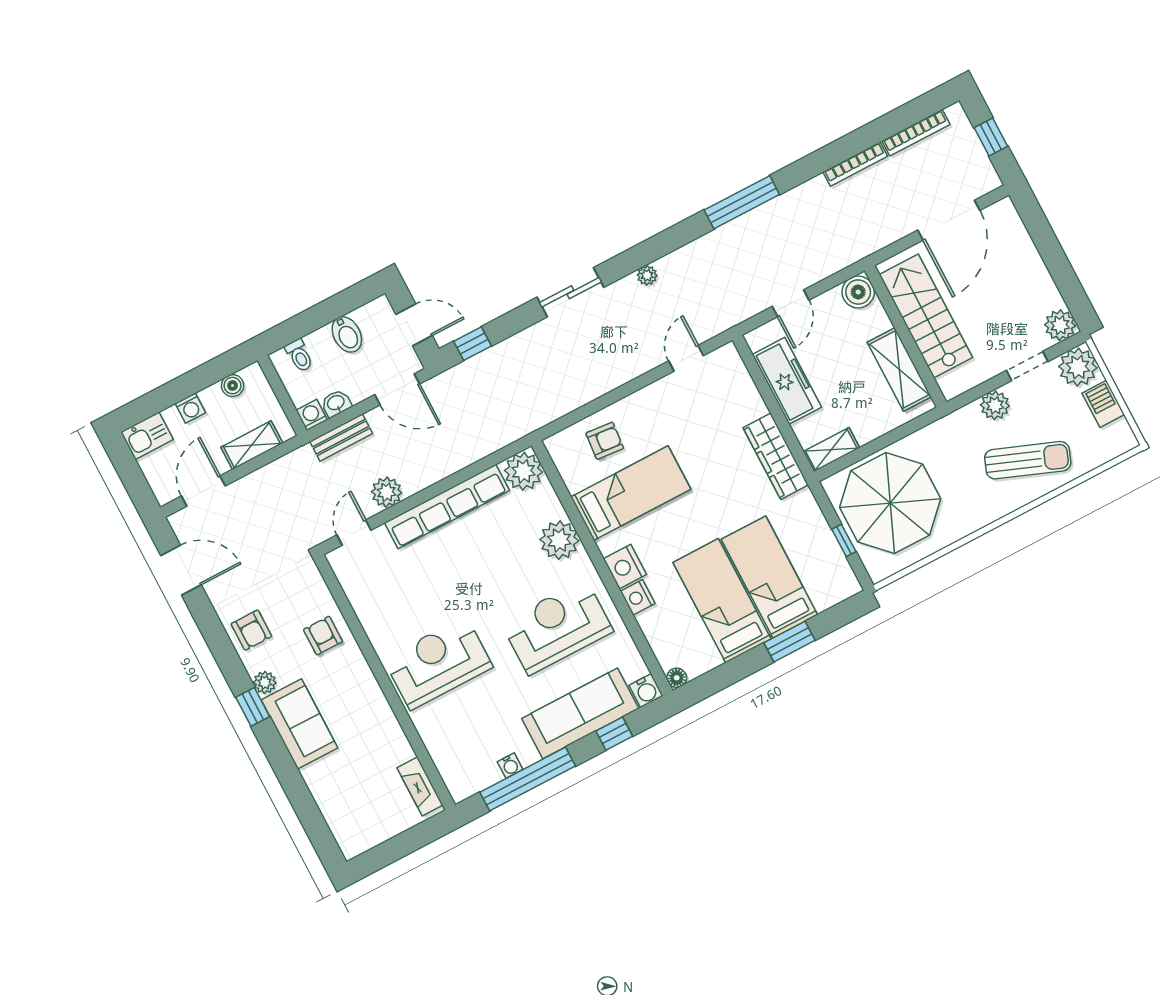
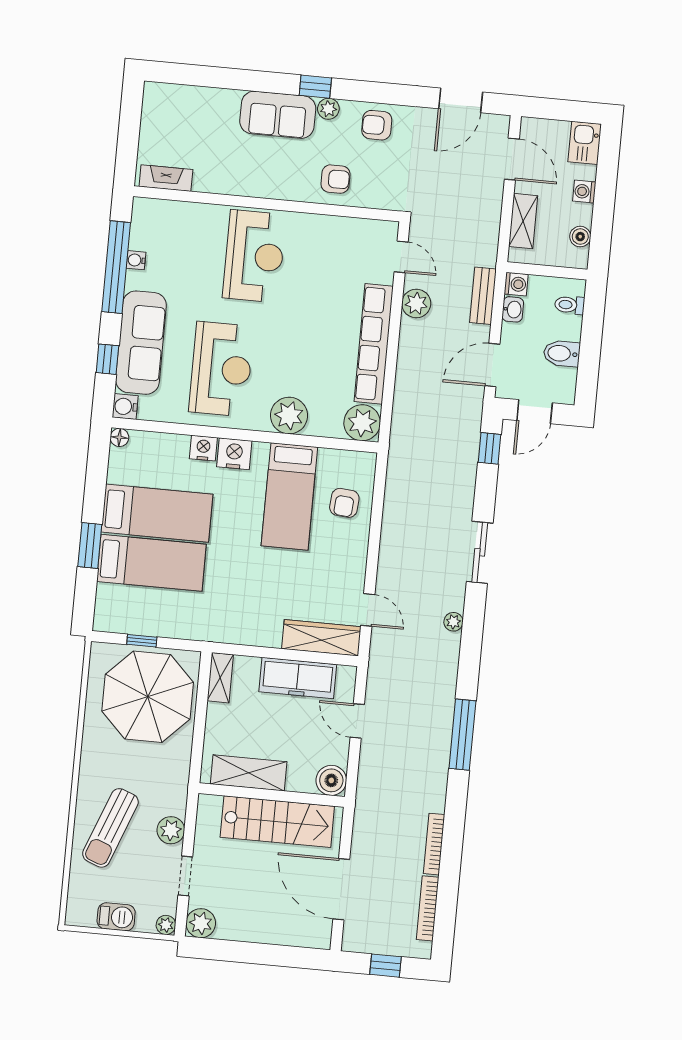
plant: (1078, 367) -> (166, 925), width x0.53, depth x0.53
wardrobe: (776, 456) -> (321, 638), moved

